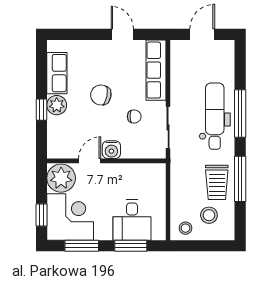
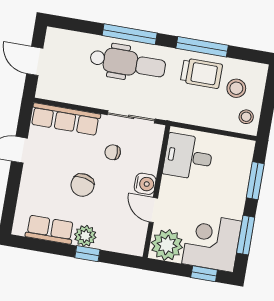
chair: (134, 116) -> (113, 152), turned -90
dental chair: (215, 116) -> (128, 63), turned 180
desk: (132, 220) -> (188, 157), moved, turned 180

